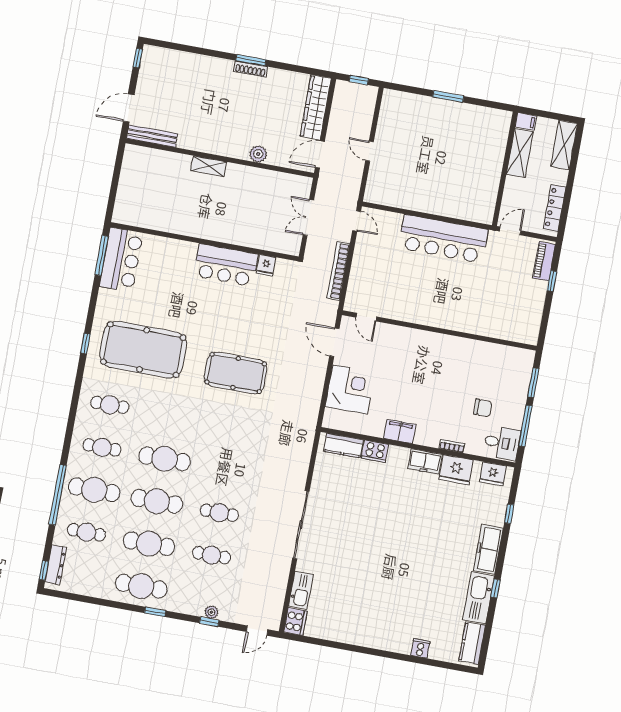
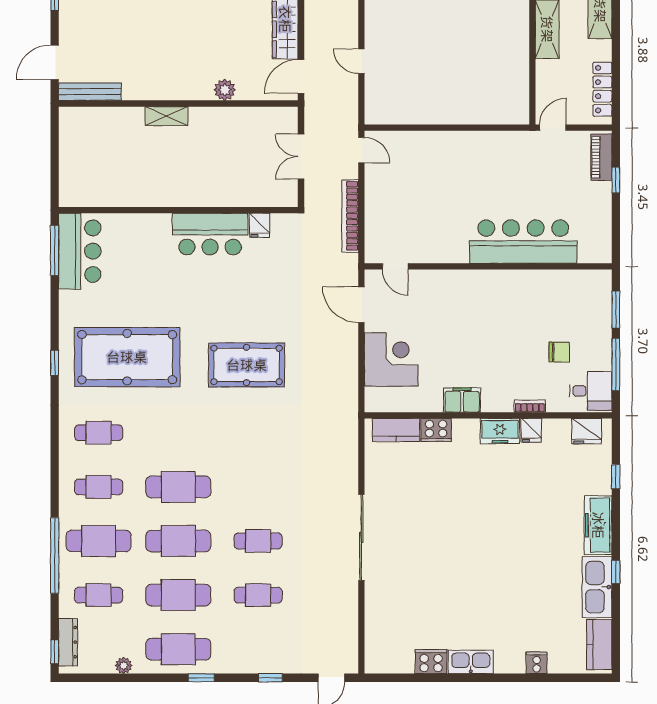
bar counter: (443, 239) -> (523, 242), moved, turned 180
fridge: (456, 470) -> (531, 430), width x0.53, depth x0.75
kitchen sink: (301, 590) -> (471, 662), moved, turned -90
plant: (211, 612) -> (124, 665), moved
cooker: (295, 622) -> (431, 662), moved, turned -90

